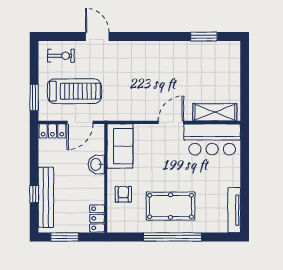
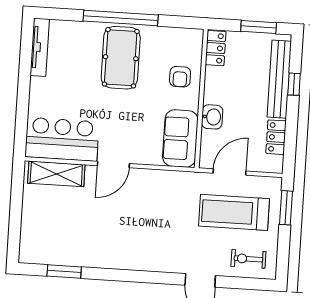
locker: (52, 131) -> (276, 137), moved, turned -90
pool table: (171, 206) -> (121, 58), turned 90

